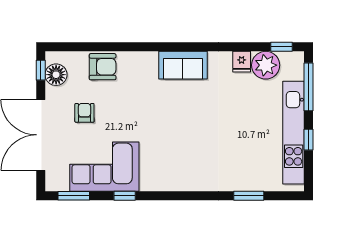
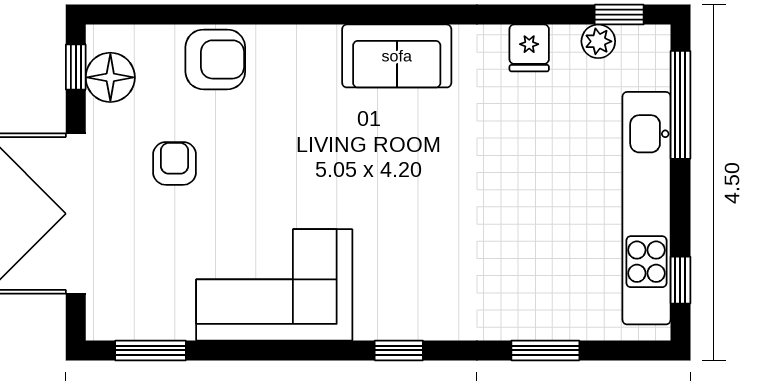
plant: (266, 65) -> (598, 41), width x0.53, depth x0.53
window: (309, 140) -> (680, 280), moved
corner sofa: (104, 167) -> (274, 285), moved
window: (125, 196) -> (399, 350), moved

